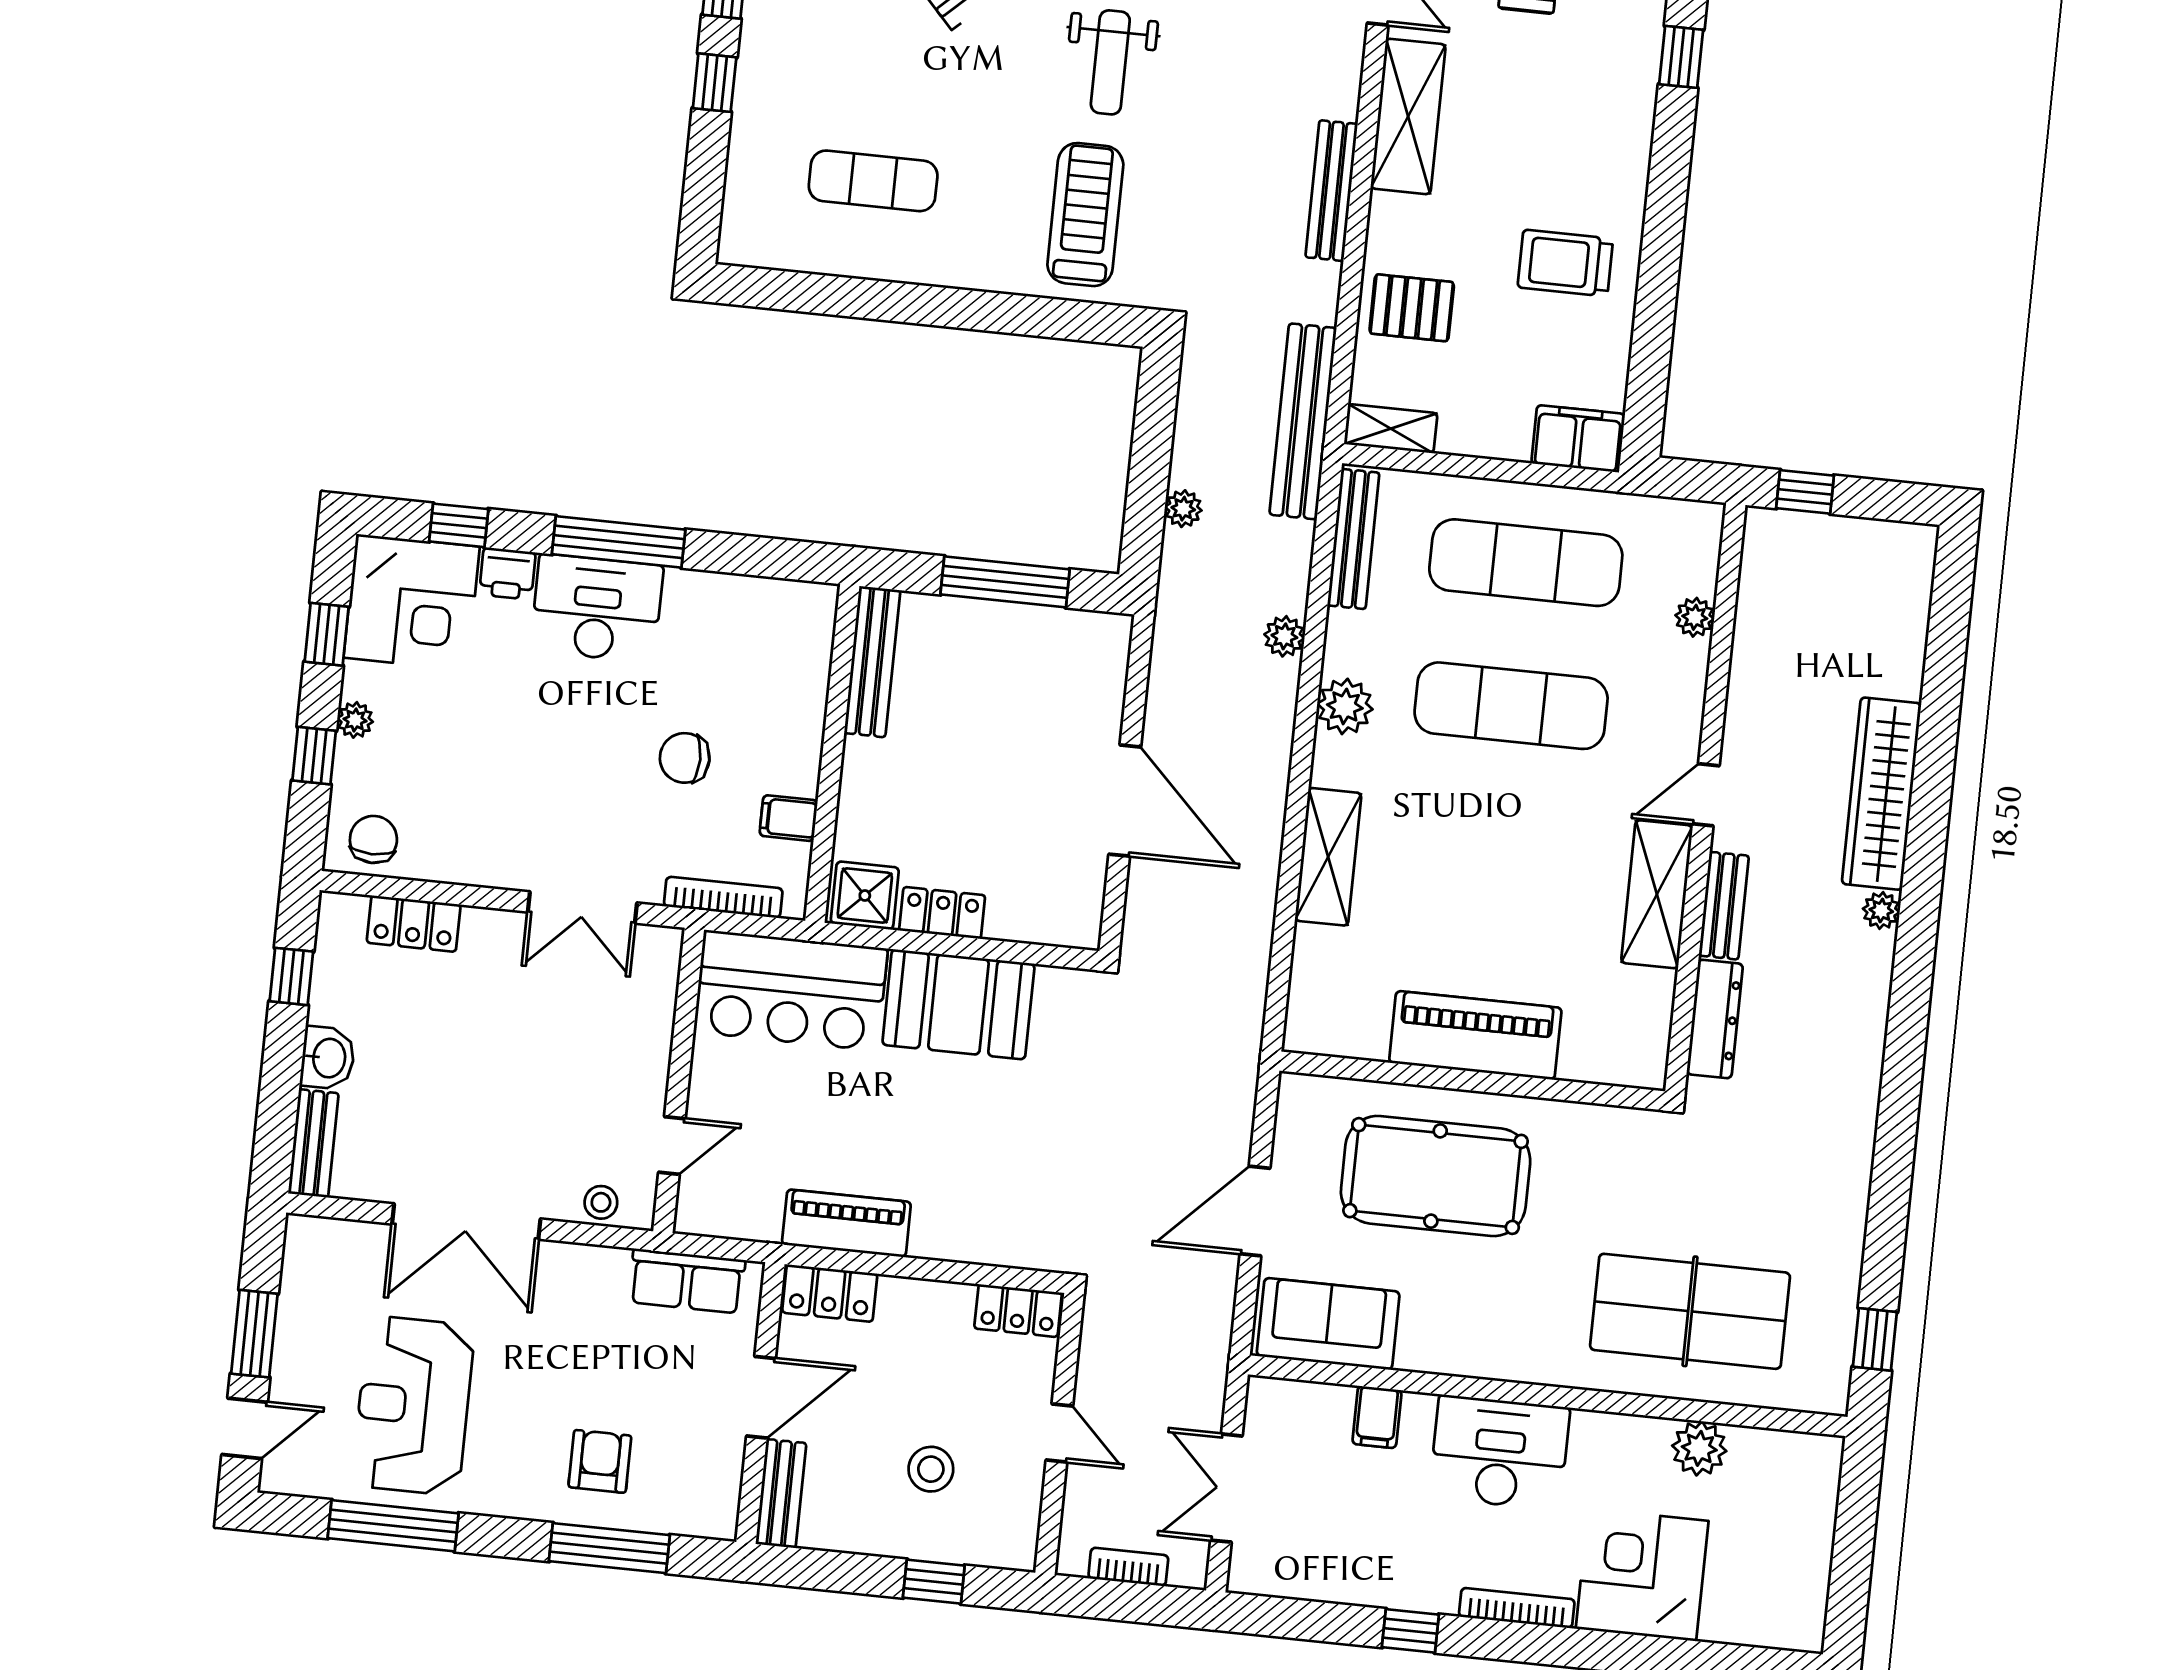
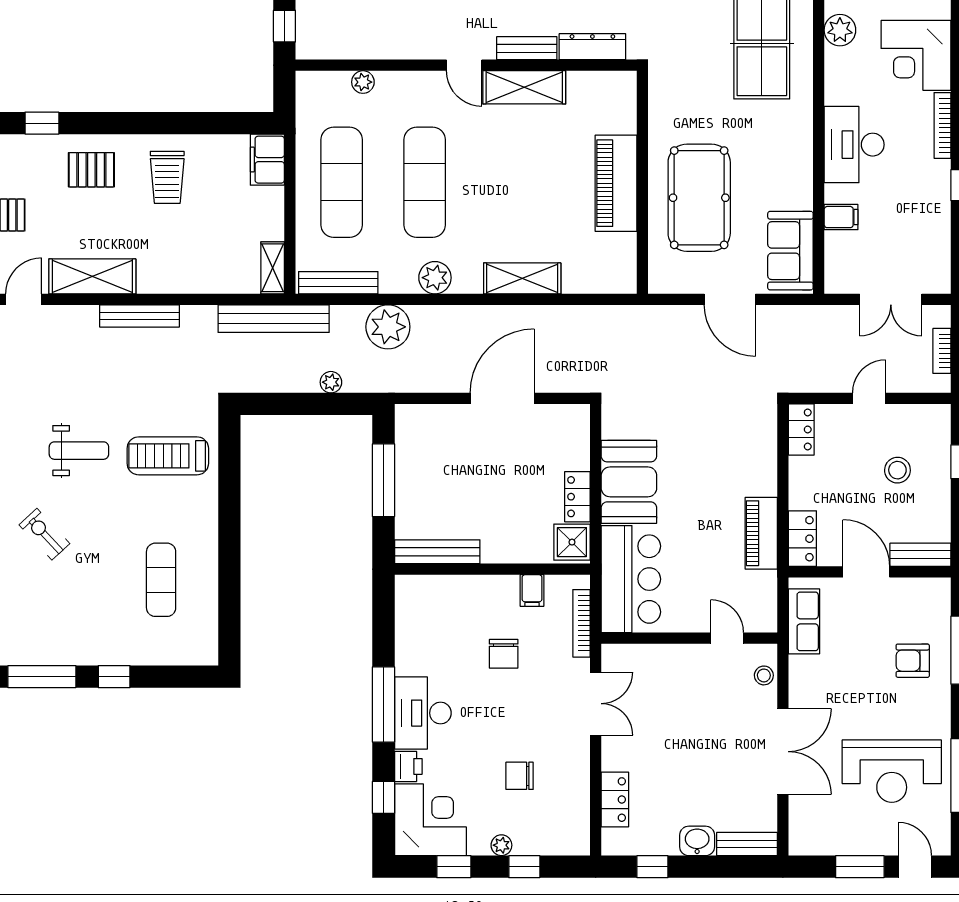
pallet: (1412, 308) -> (91, 170), moved, turned 90
plant: (1284, 636) -> (388, 327), width x1.87, depth x1.87
chair: (373, 839) -> (520, 776), moved

